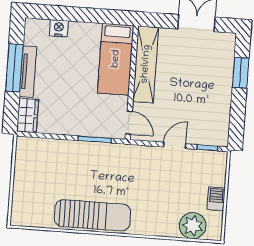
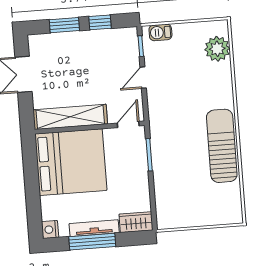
nightstand: (59, 28) -> (50, 230), moved
bed: (116, 59) -> (71, 162), width x2.04
window: (238, 110) -> (100, 22), added
door: (175, 145) -> (143, 78), hinge flipped
barbecue: (216, 199) -> (160, 32), moved

